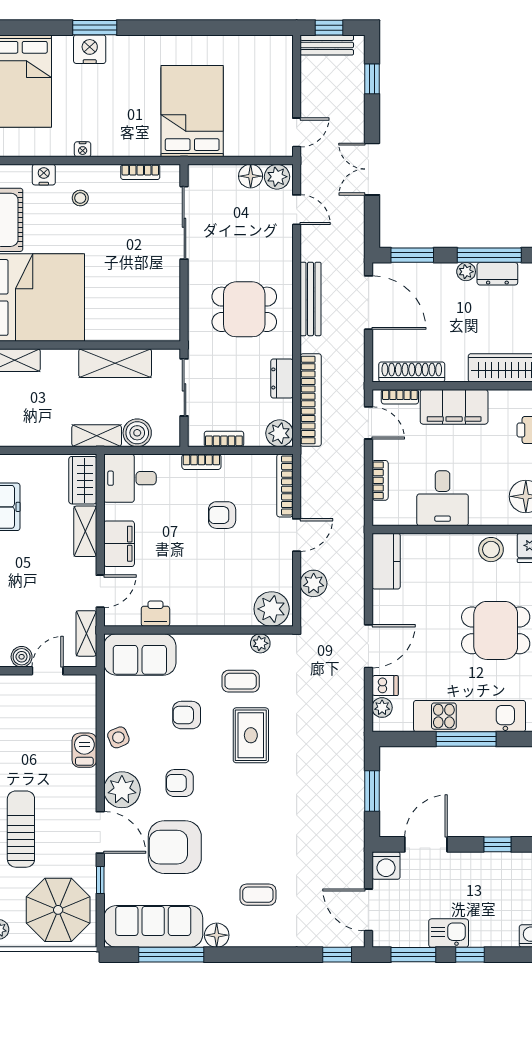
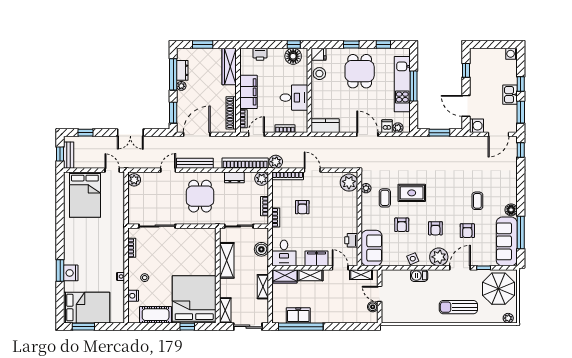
bed: (192, 111) -> (85, 195), moved, turned -90
floor lamp: (251, 176) -> (134, 193), removed
door: (297, 210) -> (168, 170), moved
shelving: (97, 436) -> (263, 287), moved
plant: (314, 583) -> (276, 162), moved
armchair: (175, 847) -> (467, 231), width x0.53, depth x0.53
coffee table: (258, 895) -> (477, 201), moved

